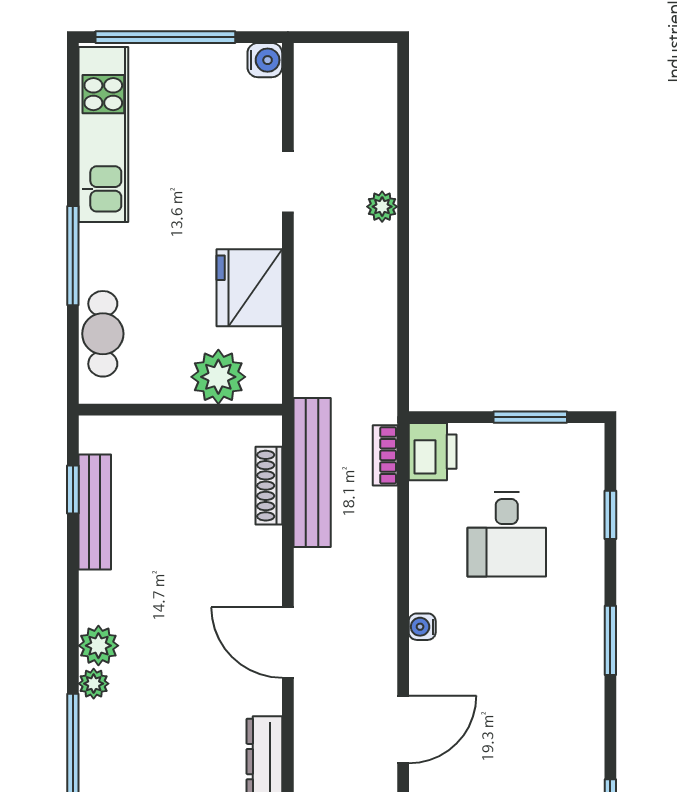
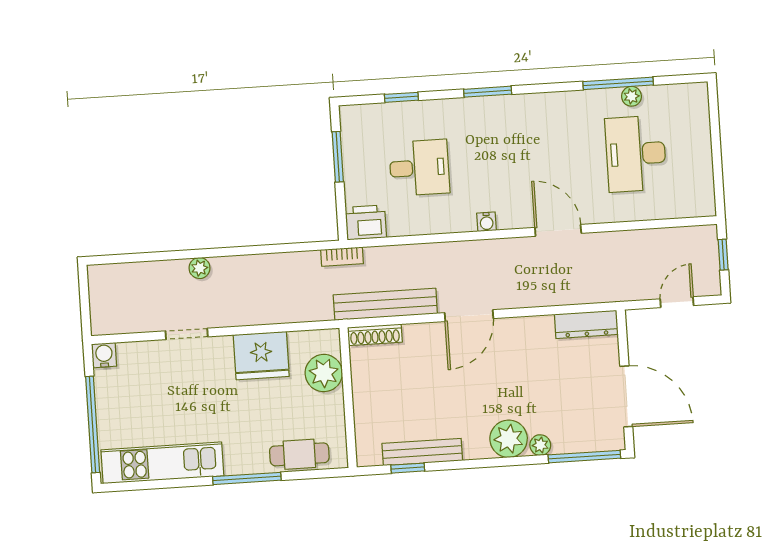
bookcase: (385, 455) -> (342, 257), moved
shoe rack: (269, 486) -> (375, 335), moved
door: (288, 643) -> (469, 316), moved
plant: (98, 646) -> (509, 439), width x1.36, depth x1.36

